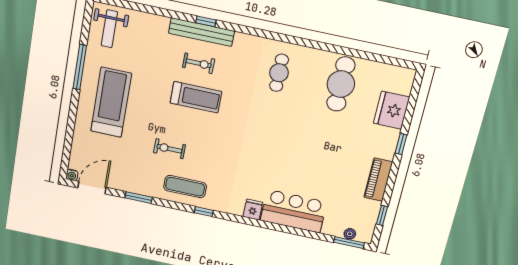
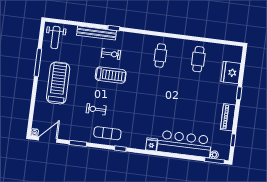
bench: (201, 32) -> (97, 33), moved
cafe table: (341, 84) -> (198, 59), width x0.73, depth x0.74
bar counter: (293, 211) -> (184, 144), width x1.36

